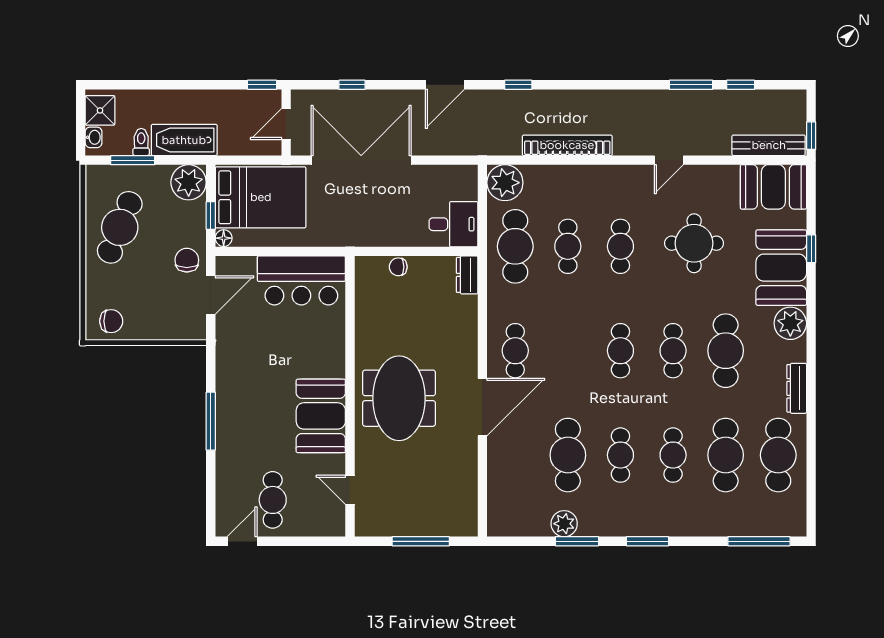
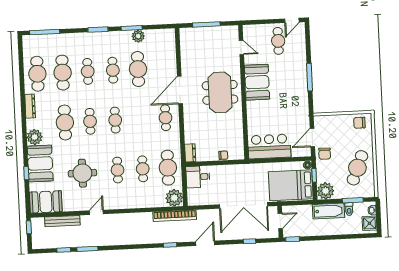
bookcase: (567, 145) -> (175, 216), moved
bench: (769, 145) -> (62, 221), moved

